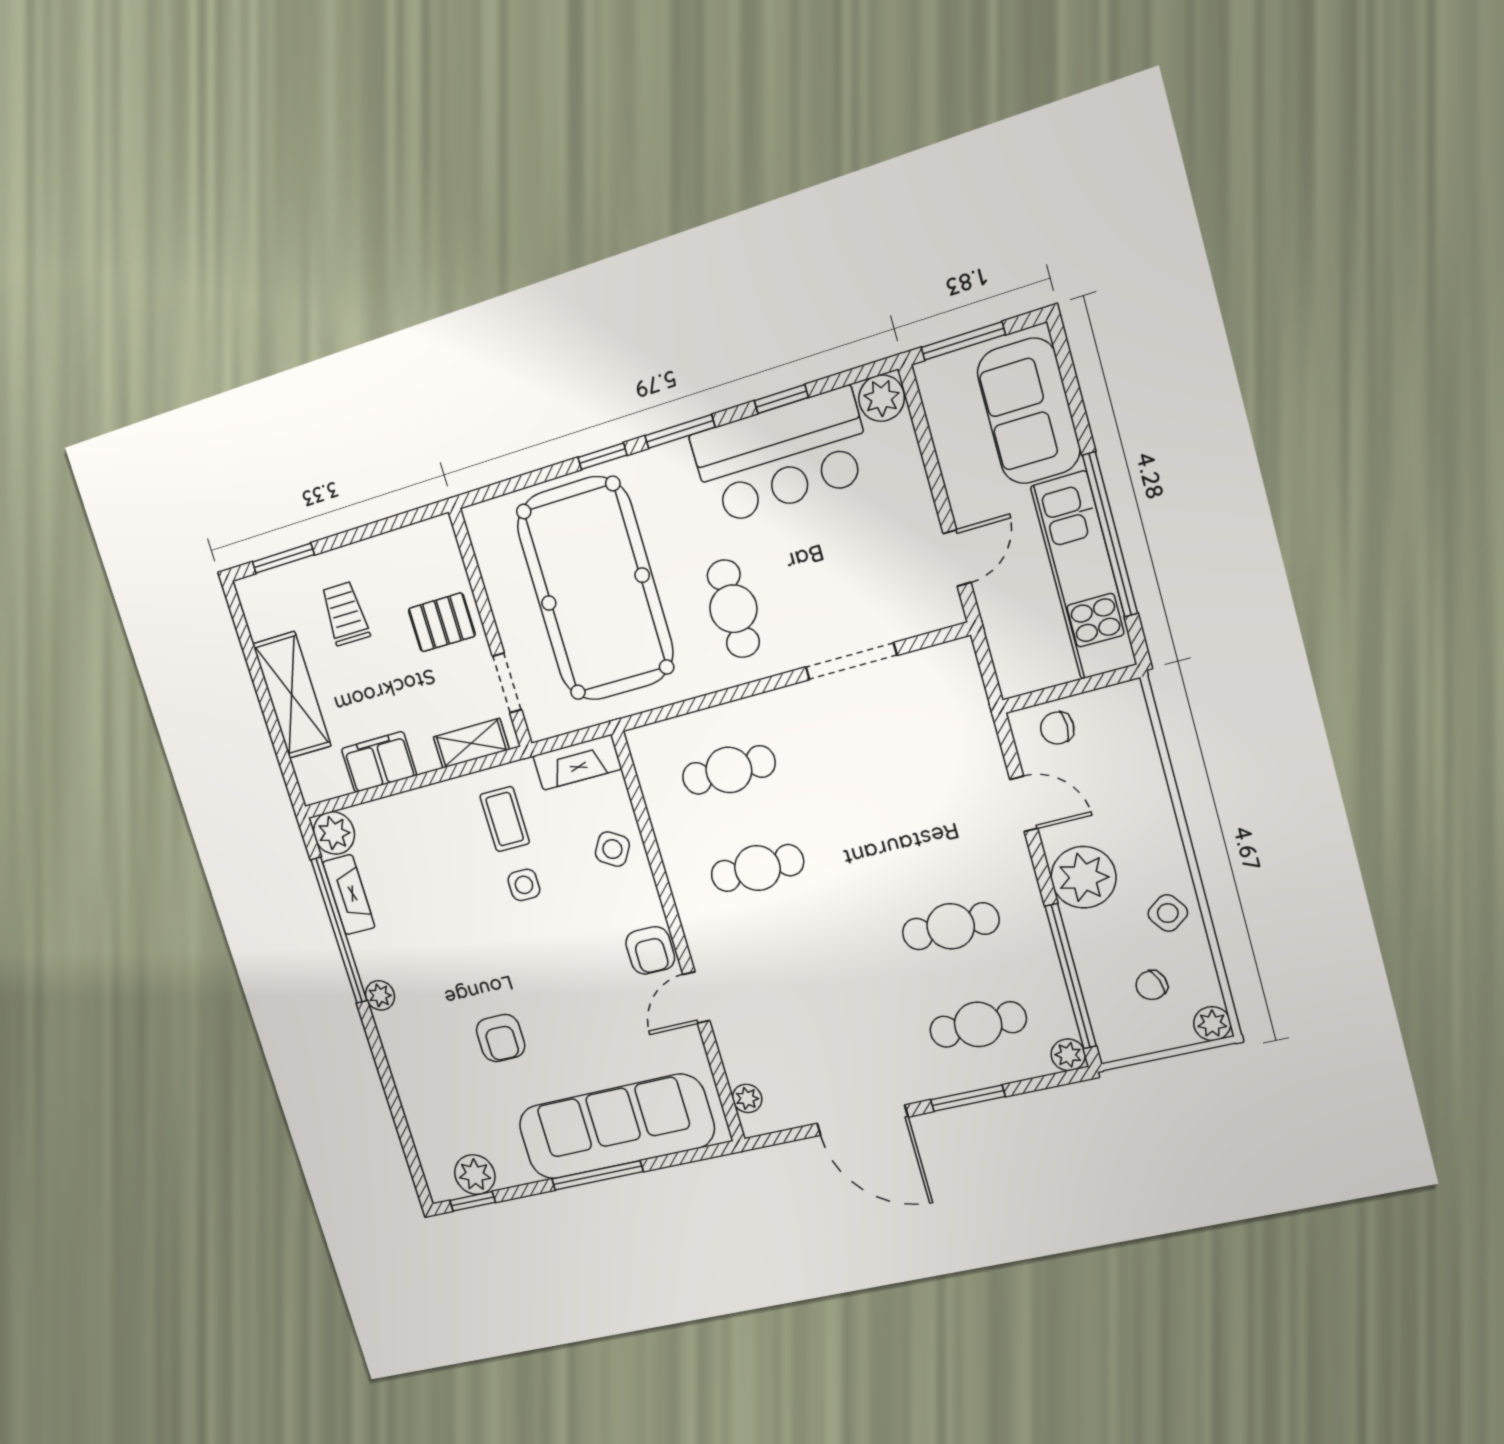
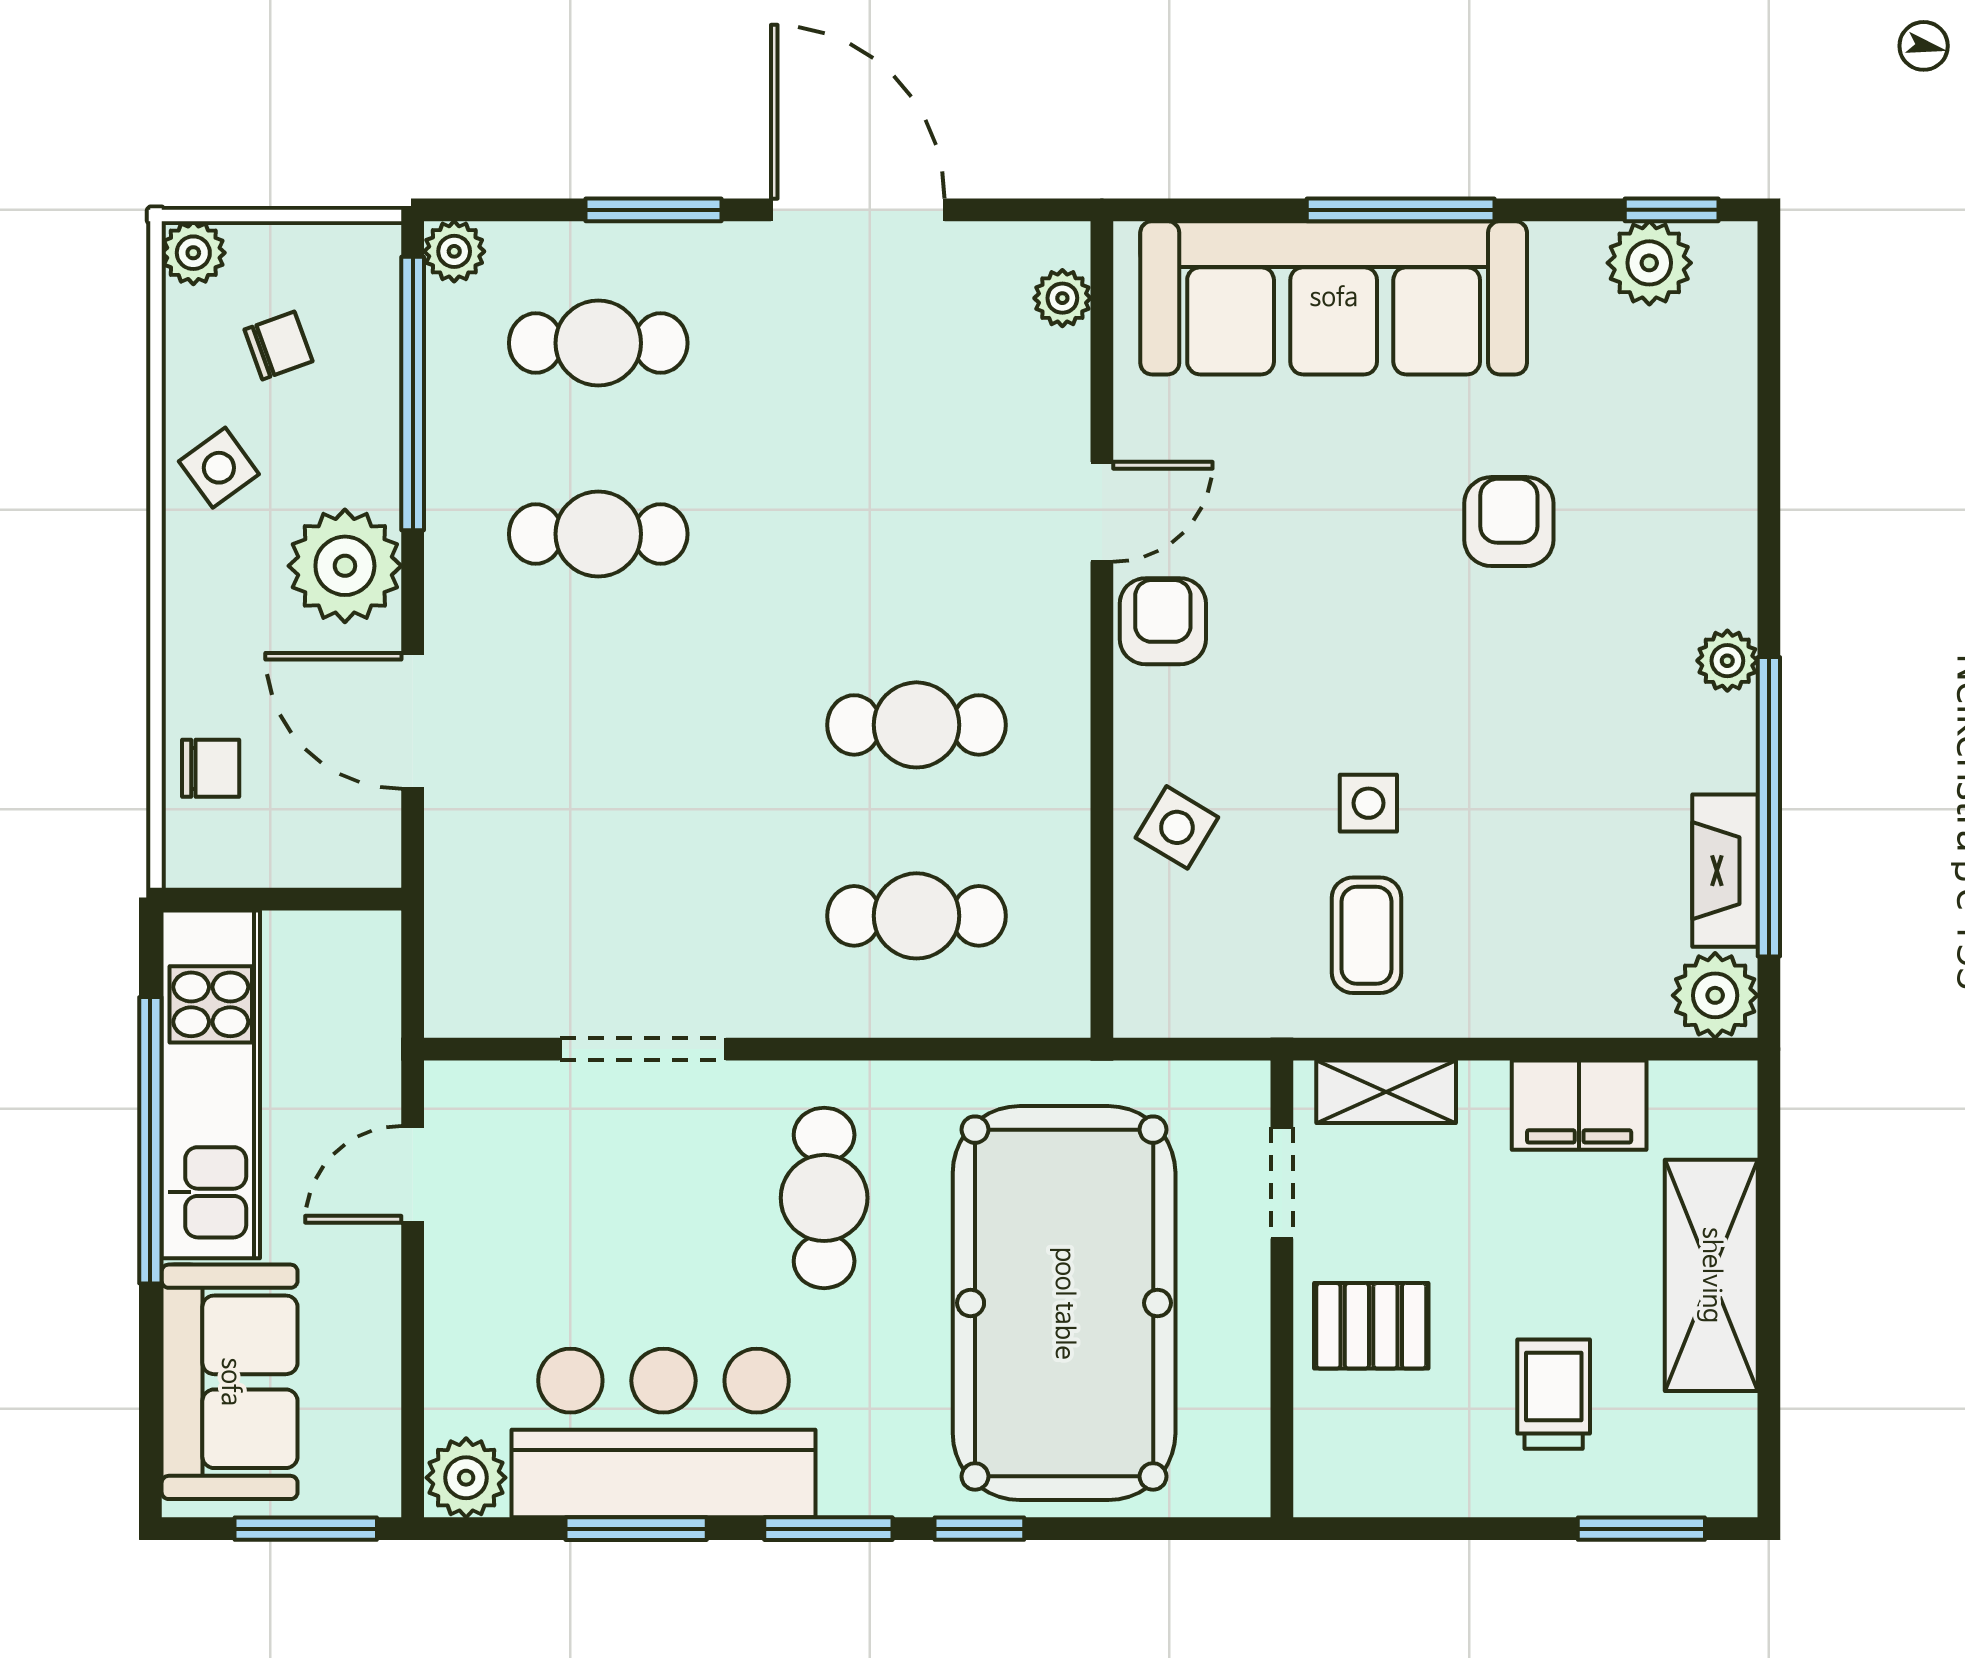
window: (781, 399) -> (636, 1529), width x1.50
trolley: (345, 614) -> (1554, 1394), turned 180
chair: (1057, 728) -> (211, 768), moved
fireplace: (577, 762) -> (1194, 1003), removed
door: (1024, 804) -> (413, 721), width x1.38

